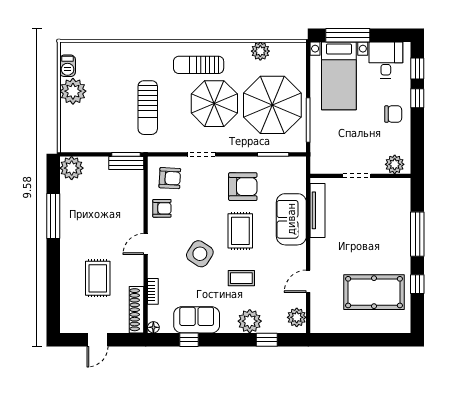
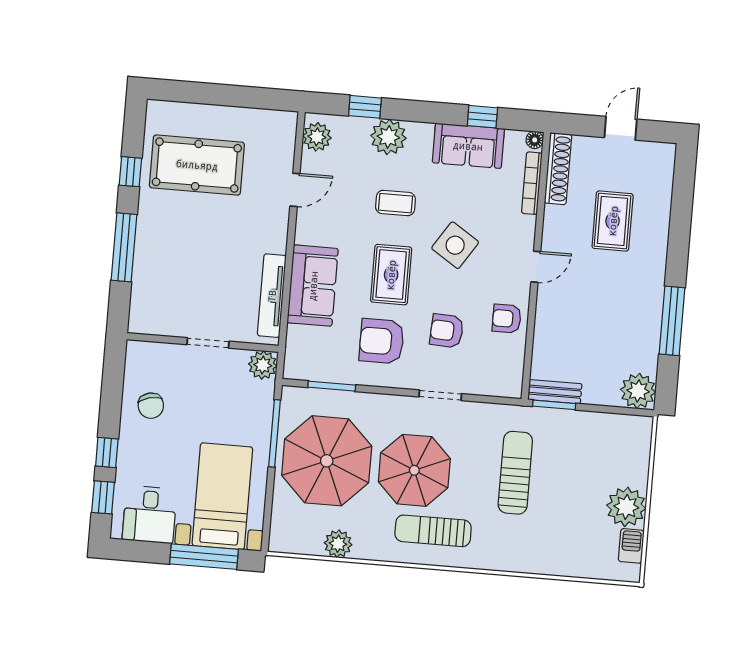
sun lounger: (199, 65) -> (433, 531), turned 180
chair: (393, 114) -> (151, 406), moved, turned -104
plant: (395, 164) -> (263, 365), moved
armchair: (170, 178) -> (447, 331), moved
bookcase: (153, 291) -> (532, 183), width x1.56

